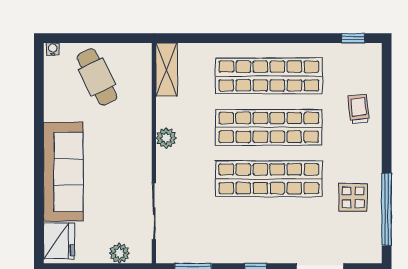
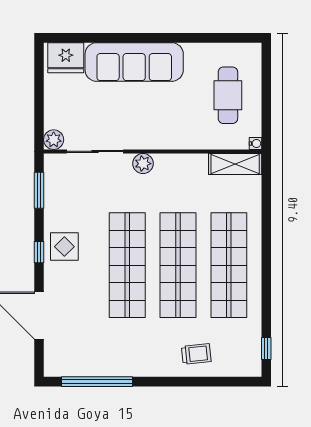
water cooler: (53, 49) -> (255, 143), moved
cafe table: (97, 77) -> (228, 95), turned -64
plant: (166, 138) -> (143, 164), moved
display table: (353, 197) -> (64, 247), moved
plant: (119, 253) -> (54, 140), moved

